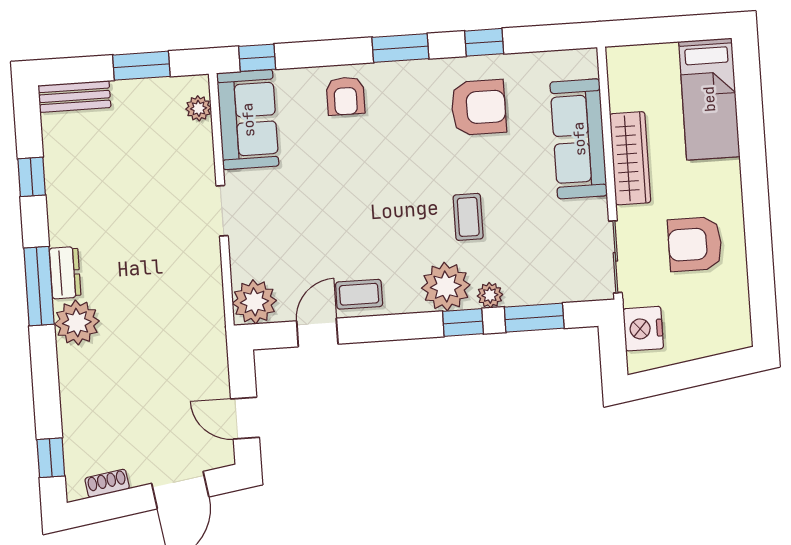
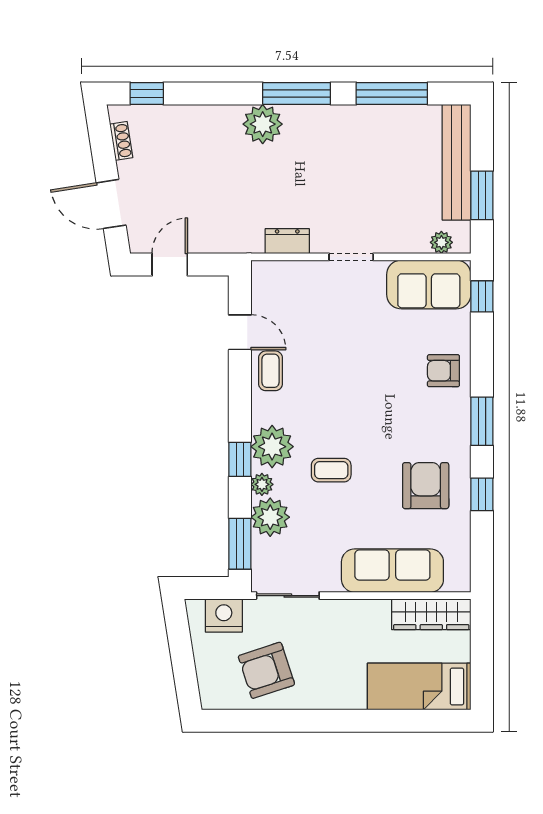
bench: (74, 96) -> (457, 162), width x1.86, depth x1.21
armchair: (479, 107) -> (426, 486), turned 180
wardrobe: (630, 158) -> (431, 614), moved
window: (32, 177) -> (392, 93), width x2.17
armchair: (695, 244) -> (266, 670), moved, turned -108
dresser: (65, 273) -> (287, 241), moved, turned 180
plant: (254, 302) -> (270, 517), moved
window: (534, 318) -> (240, 544), moved

